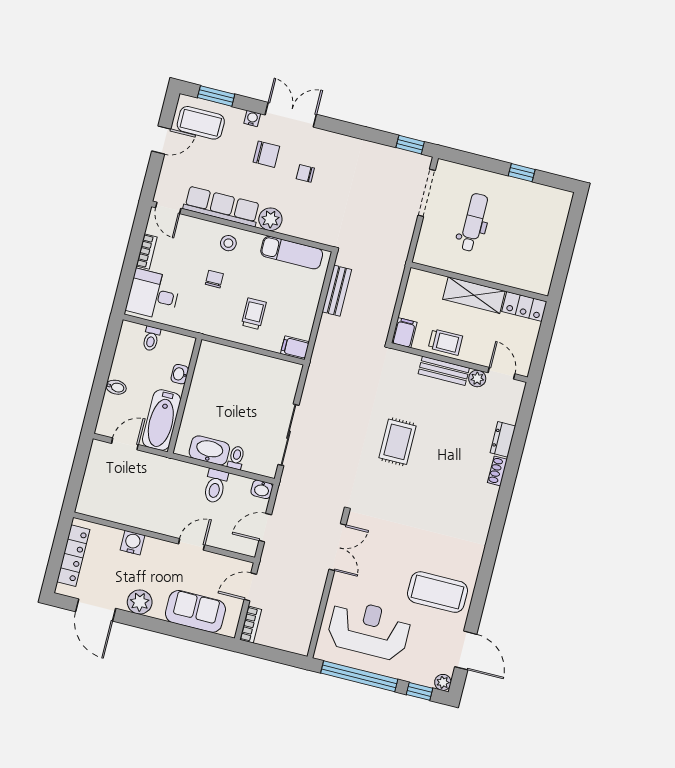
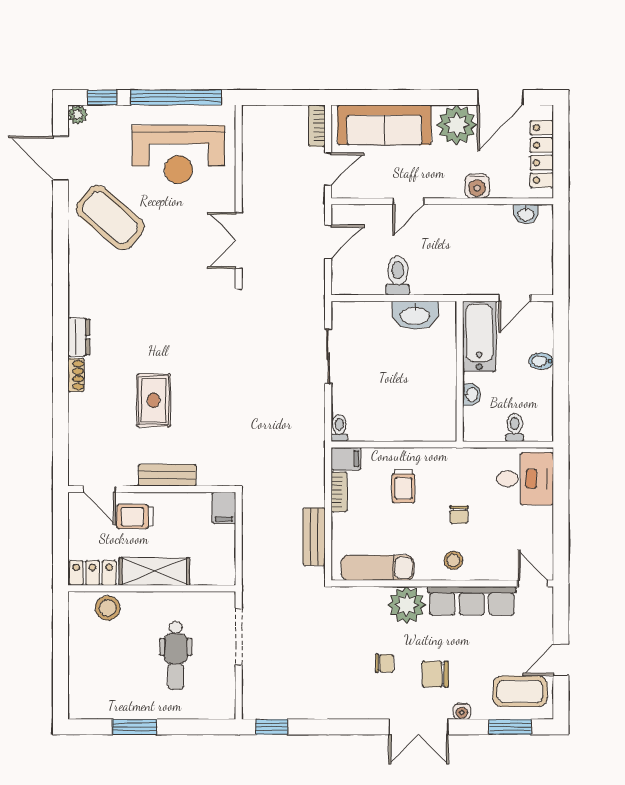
window: (522, 173) -> (135, 727), width x1.50
doorway: (427, 193) -> (239, 636), moved
plant: (270, 219) -> (407, 605), width x1.36, depth x1.36
bookcase: (147, 251) -> (339, 492), moved, turned 180
stool: (519, 275) -> (108, 608), added
trolley: (445, 342) -> (135, 517), moved
plant: (477, 378) -> (126, 476), removed
sliding door: (289, 435) -> (328, 356), width x0.73
dresser: (503, 439) -> (79, 337), moved
rug: (398, 442) -> (154, 400), moved
toilet: (236, 458) -> (339, 428), moved, turned 180
washbasin: (262, 489) -> (526, 214), moved, turned 180
coffee table: (438, 592) -> (110, 218), turned 41
plant: (140, 602) -> (457, 125), width x1.36, depth x1.36
door: (96, 610) -> (500, 98), swing flipped
sofa: (195, 611) -> (384, 125), width x1.36

